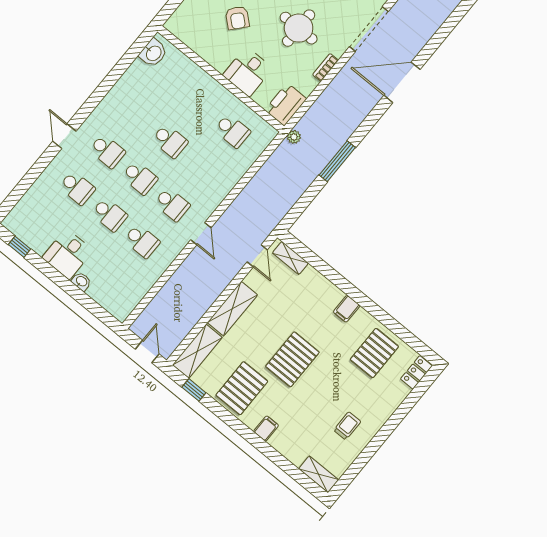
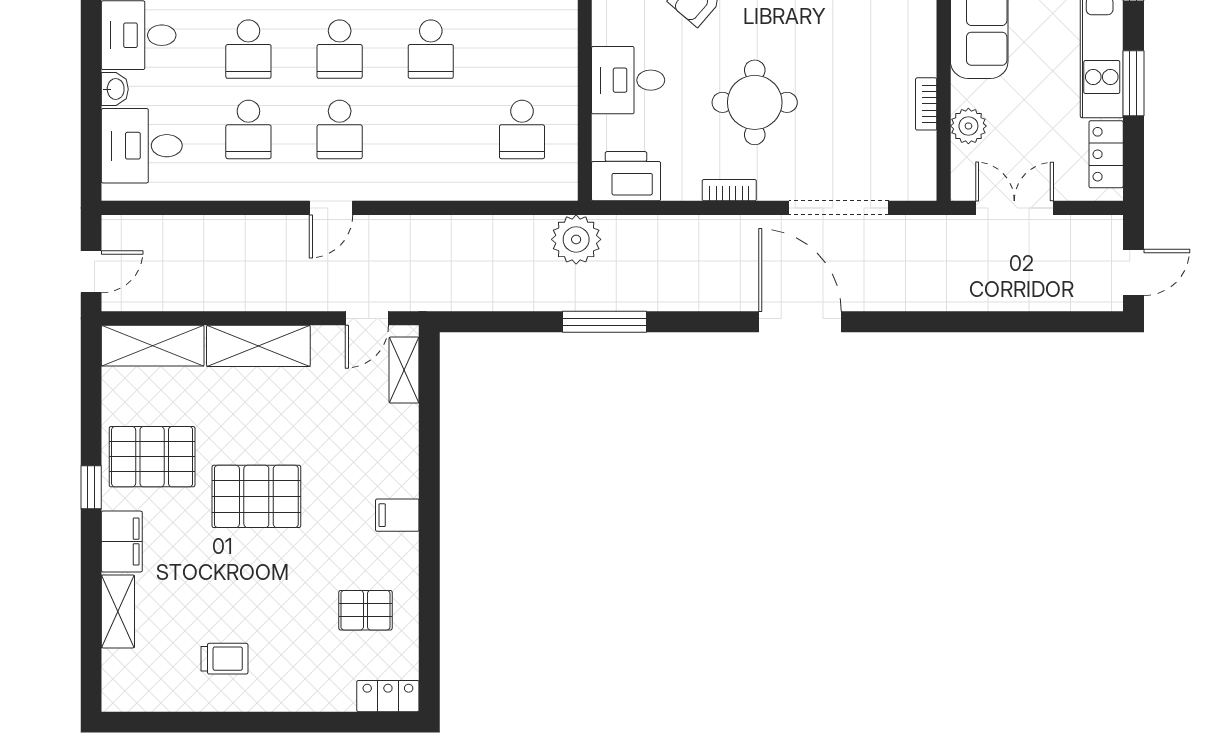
plant: (294, 137) -> (576, 239), width x1.88, depth x1.88
desk: (113, 289) -> (142, 146), added
pallet: (374, 353) -> (365, 610), width x0.67, depth x0.71
window: (194, 390) -> (91, 487), moved
filing cabinet: (266, 428) -> (122, 542), width x2.00
shelving: (319, 474) -> (118, 611), moved

